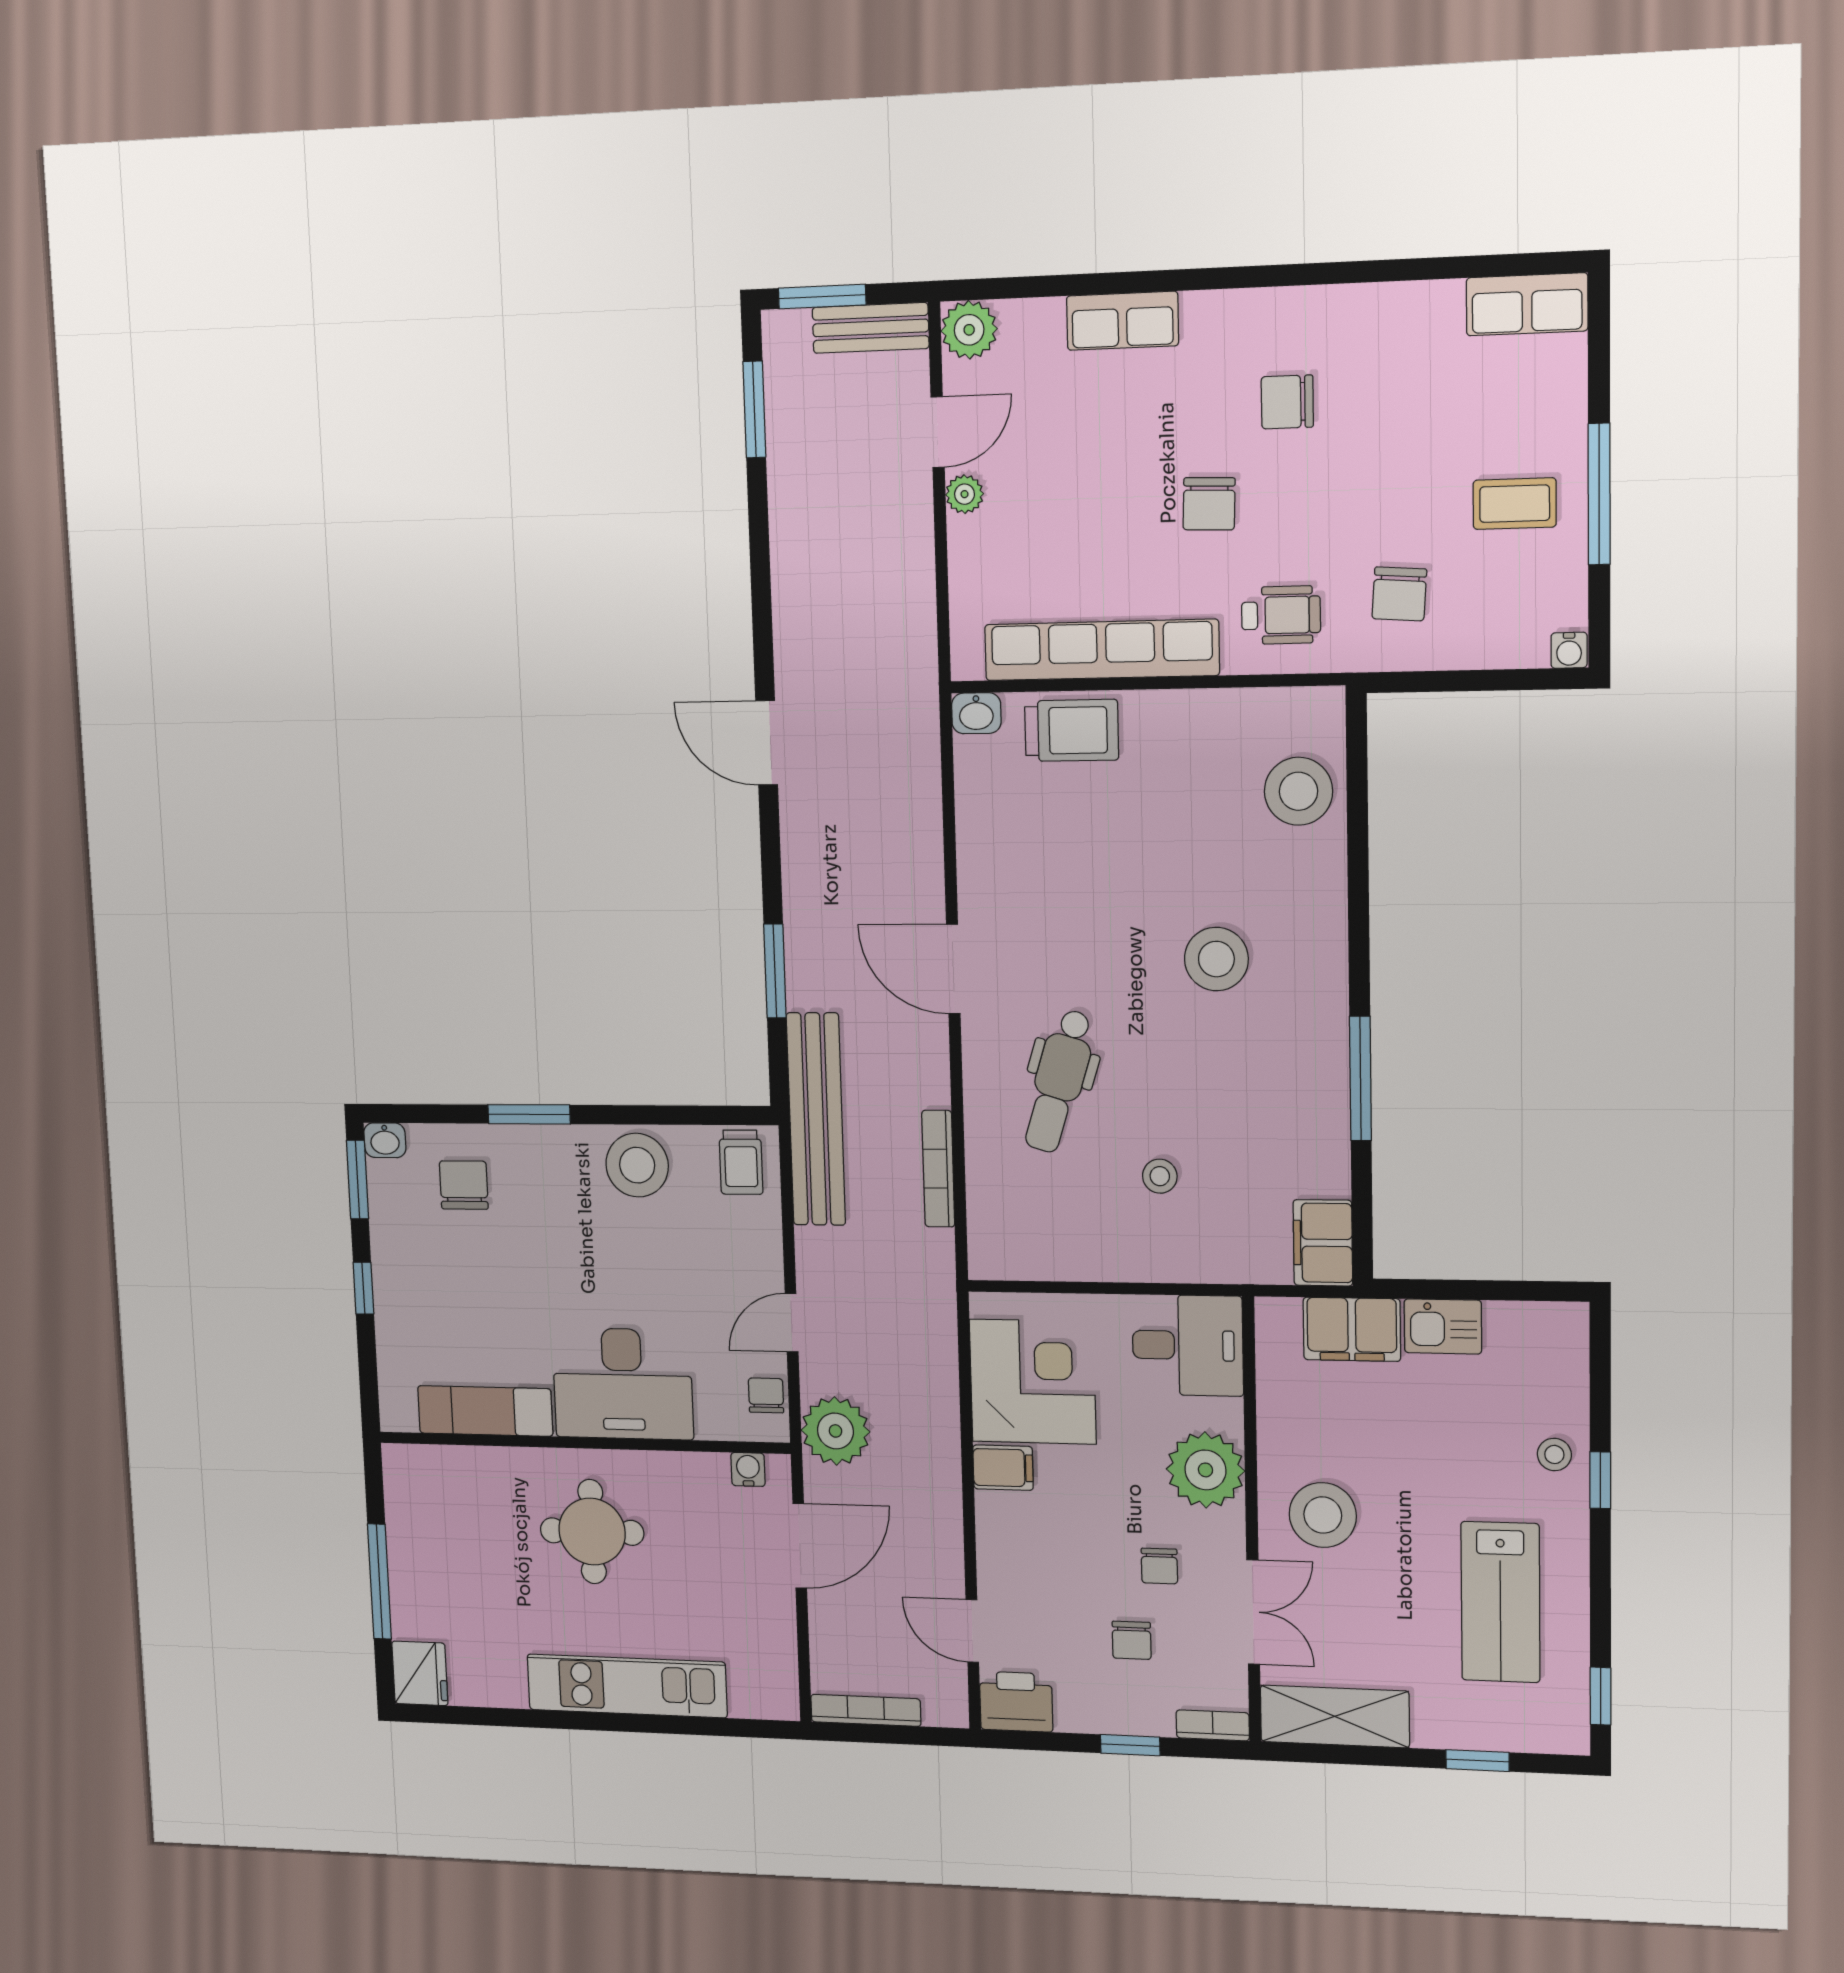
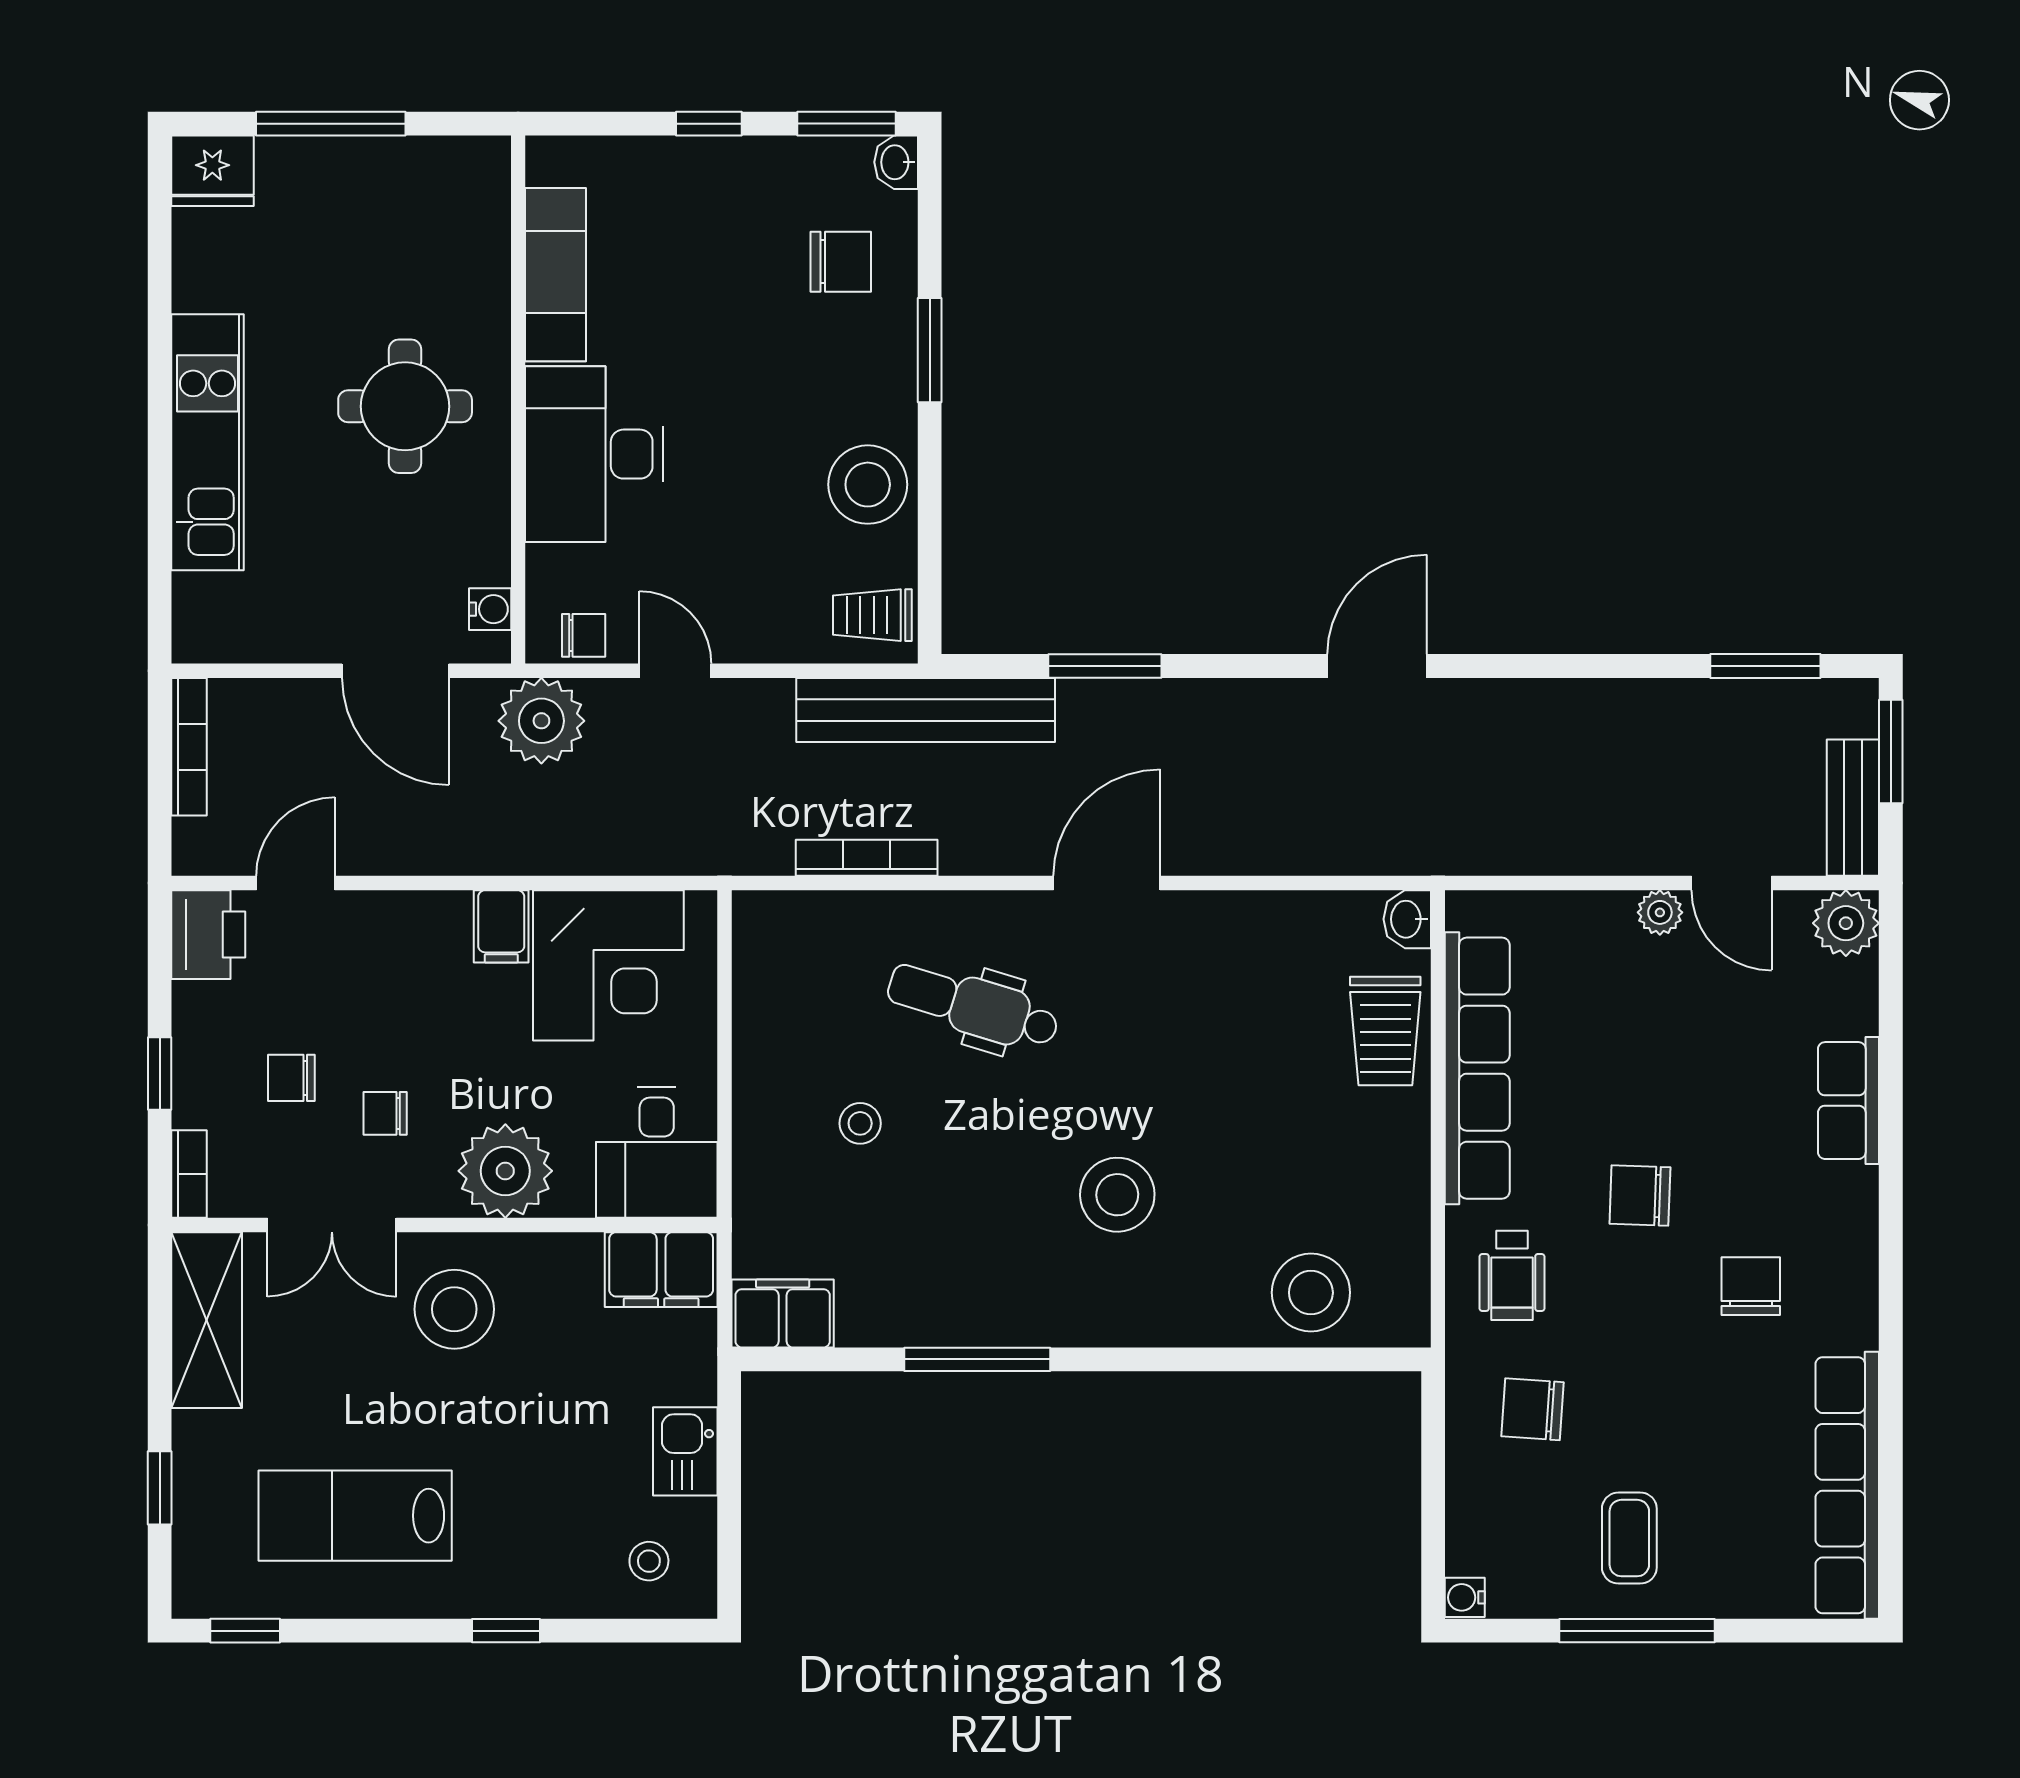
row of seats: (1527, 304) -> (1847, 1485), width x2.02
filing cabinet: (1352, 1329) -> (661, 1270), moved, turned -90
stool: (1554, 1454) -> (649, 1561), moved

